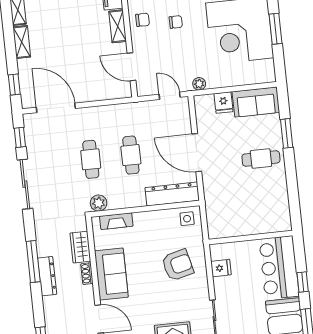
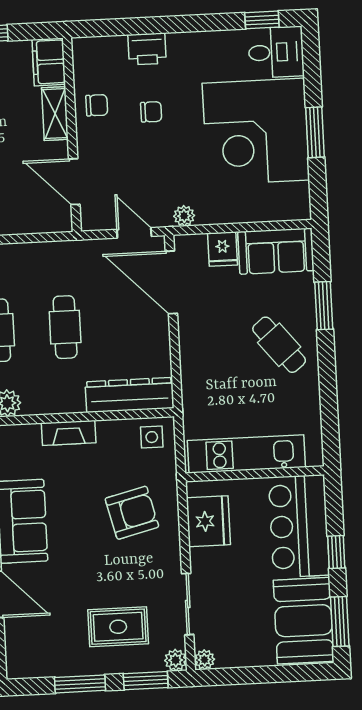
door: (197, 153) -> (171, 282), moved
cafe table: (261, 159) -> (279, 345), turned 51
fireplace: (116, 221) -> (69, 433), moved
kitchen unit: (245, 226) -> (246, 454), added
fridge: (221, 268) -> (208, 521), width x1.88, depth x1.34

